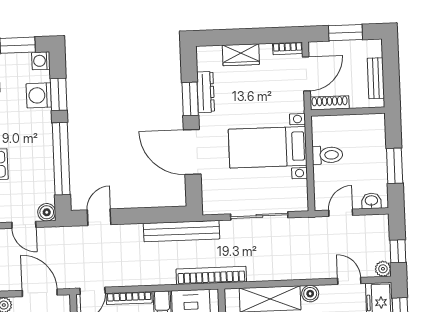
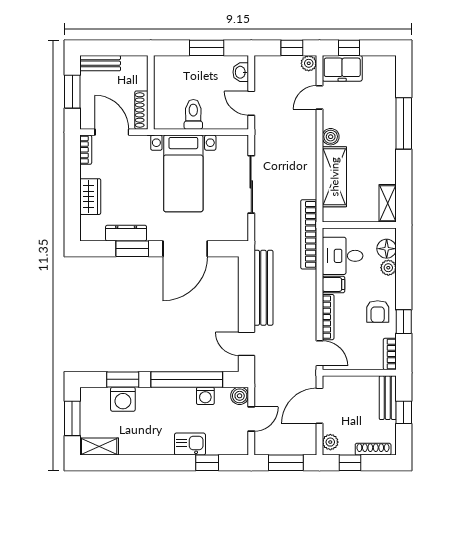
washing machine: (41, 61) -> (205, 396), moved
bench: (376, 78) -> (100, 63), moved
bench: (181, 231) -> (263, 288), moved

